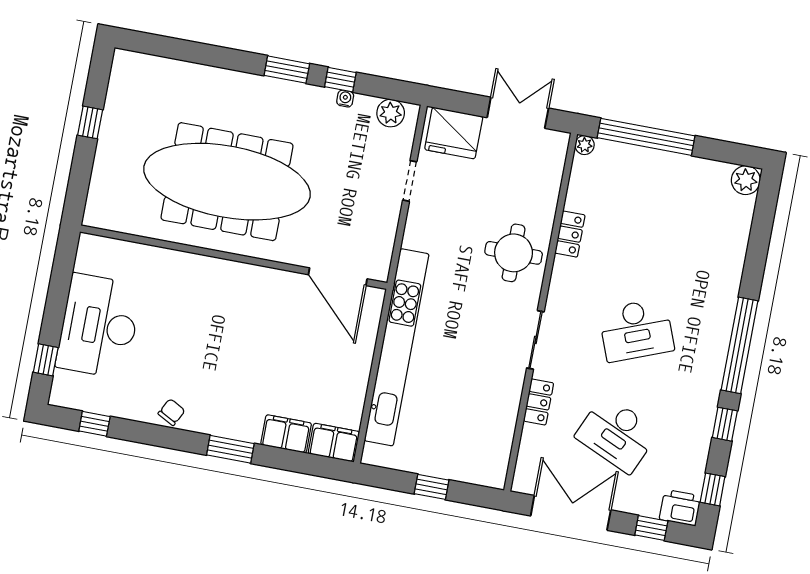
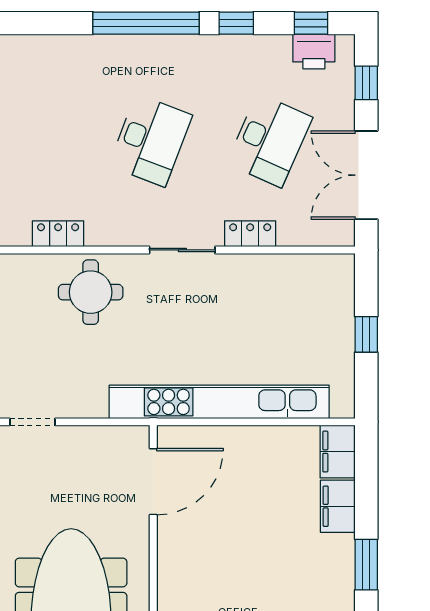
desk: (636, 330) -> (151, 140), turned 42
printer: (680, 508) -> (314, 52), moved, turned -90

